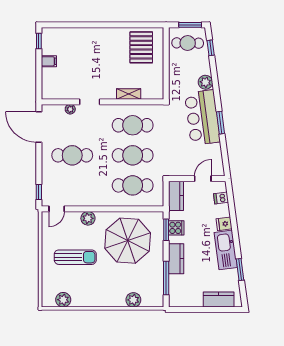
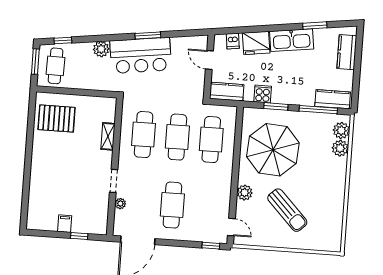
window: (39, 41) -> (79, 236), moved
fridge: (224, 224) -> (256, 43), width x1.88, depth x1.34
window: (166, 230) -> (276, 106), moved
sun lounger: (75, 257) -> (287, 210), turned 136
kitchen counter: (176, 259) -> (333, 99), moved
plant: (63, 300) -> (341, 130), moved

